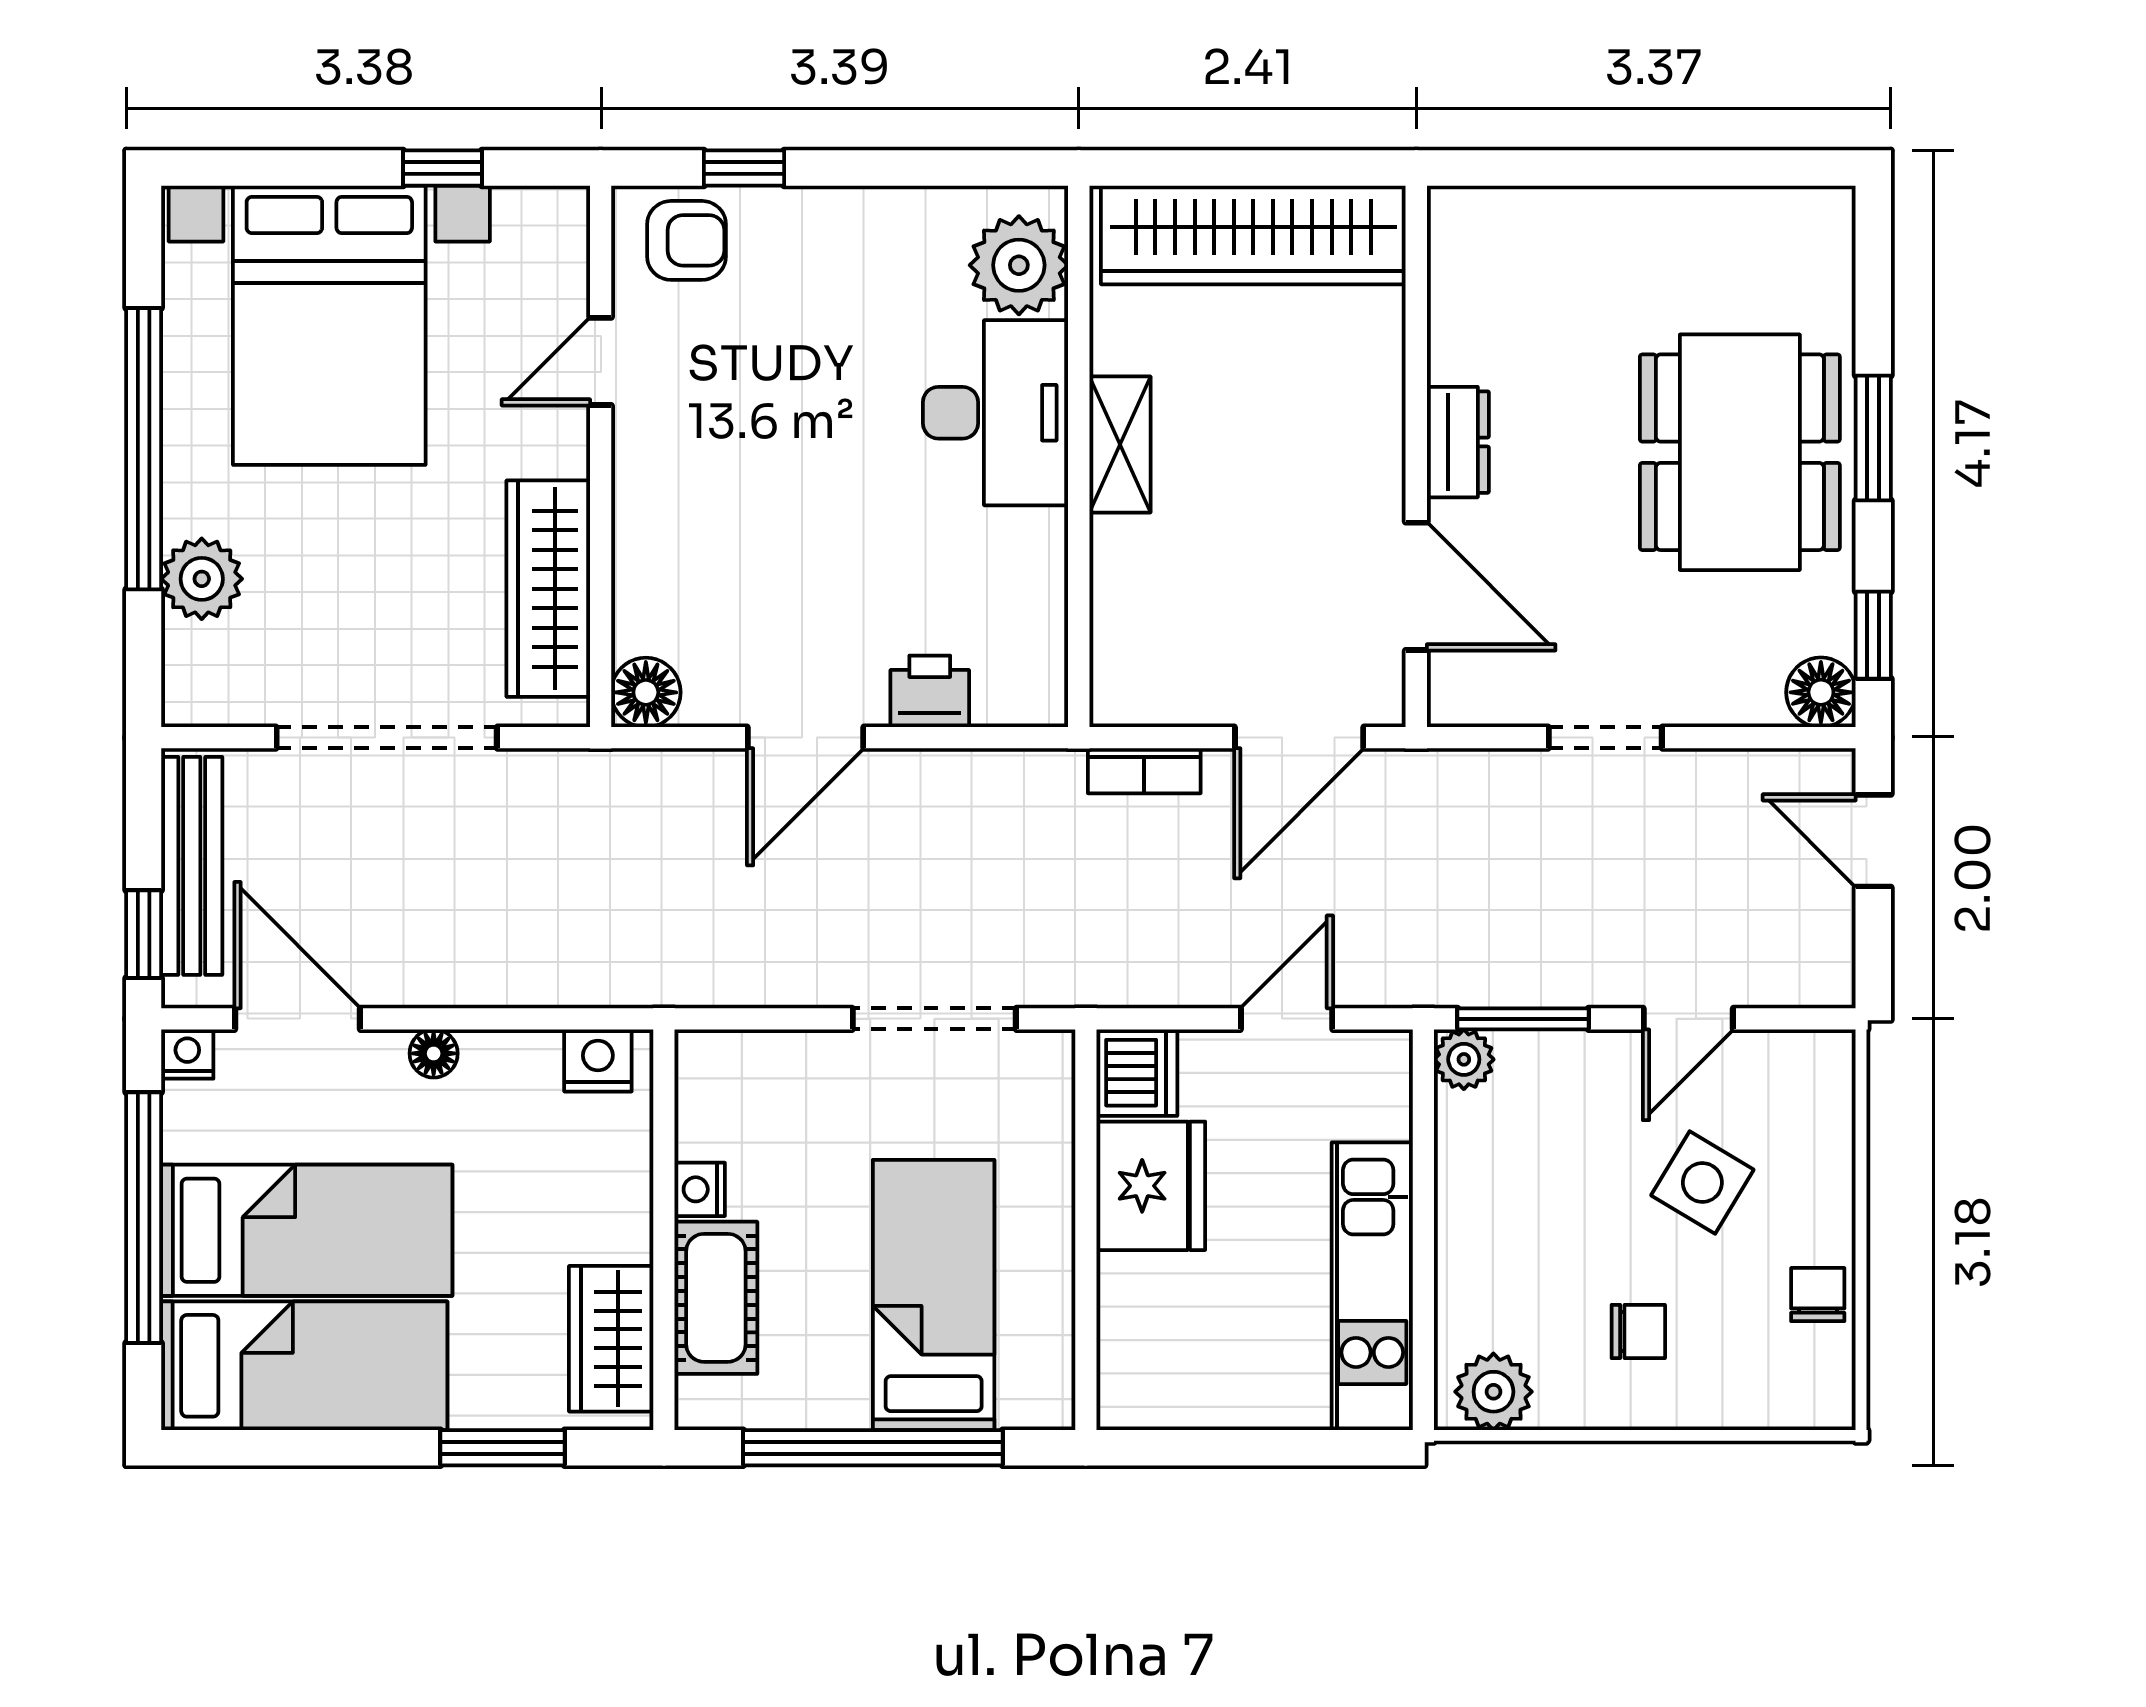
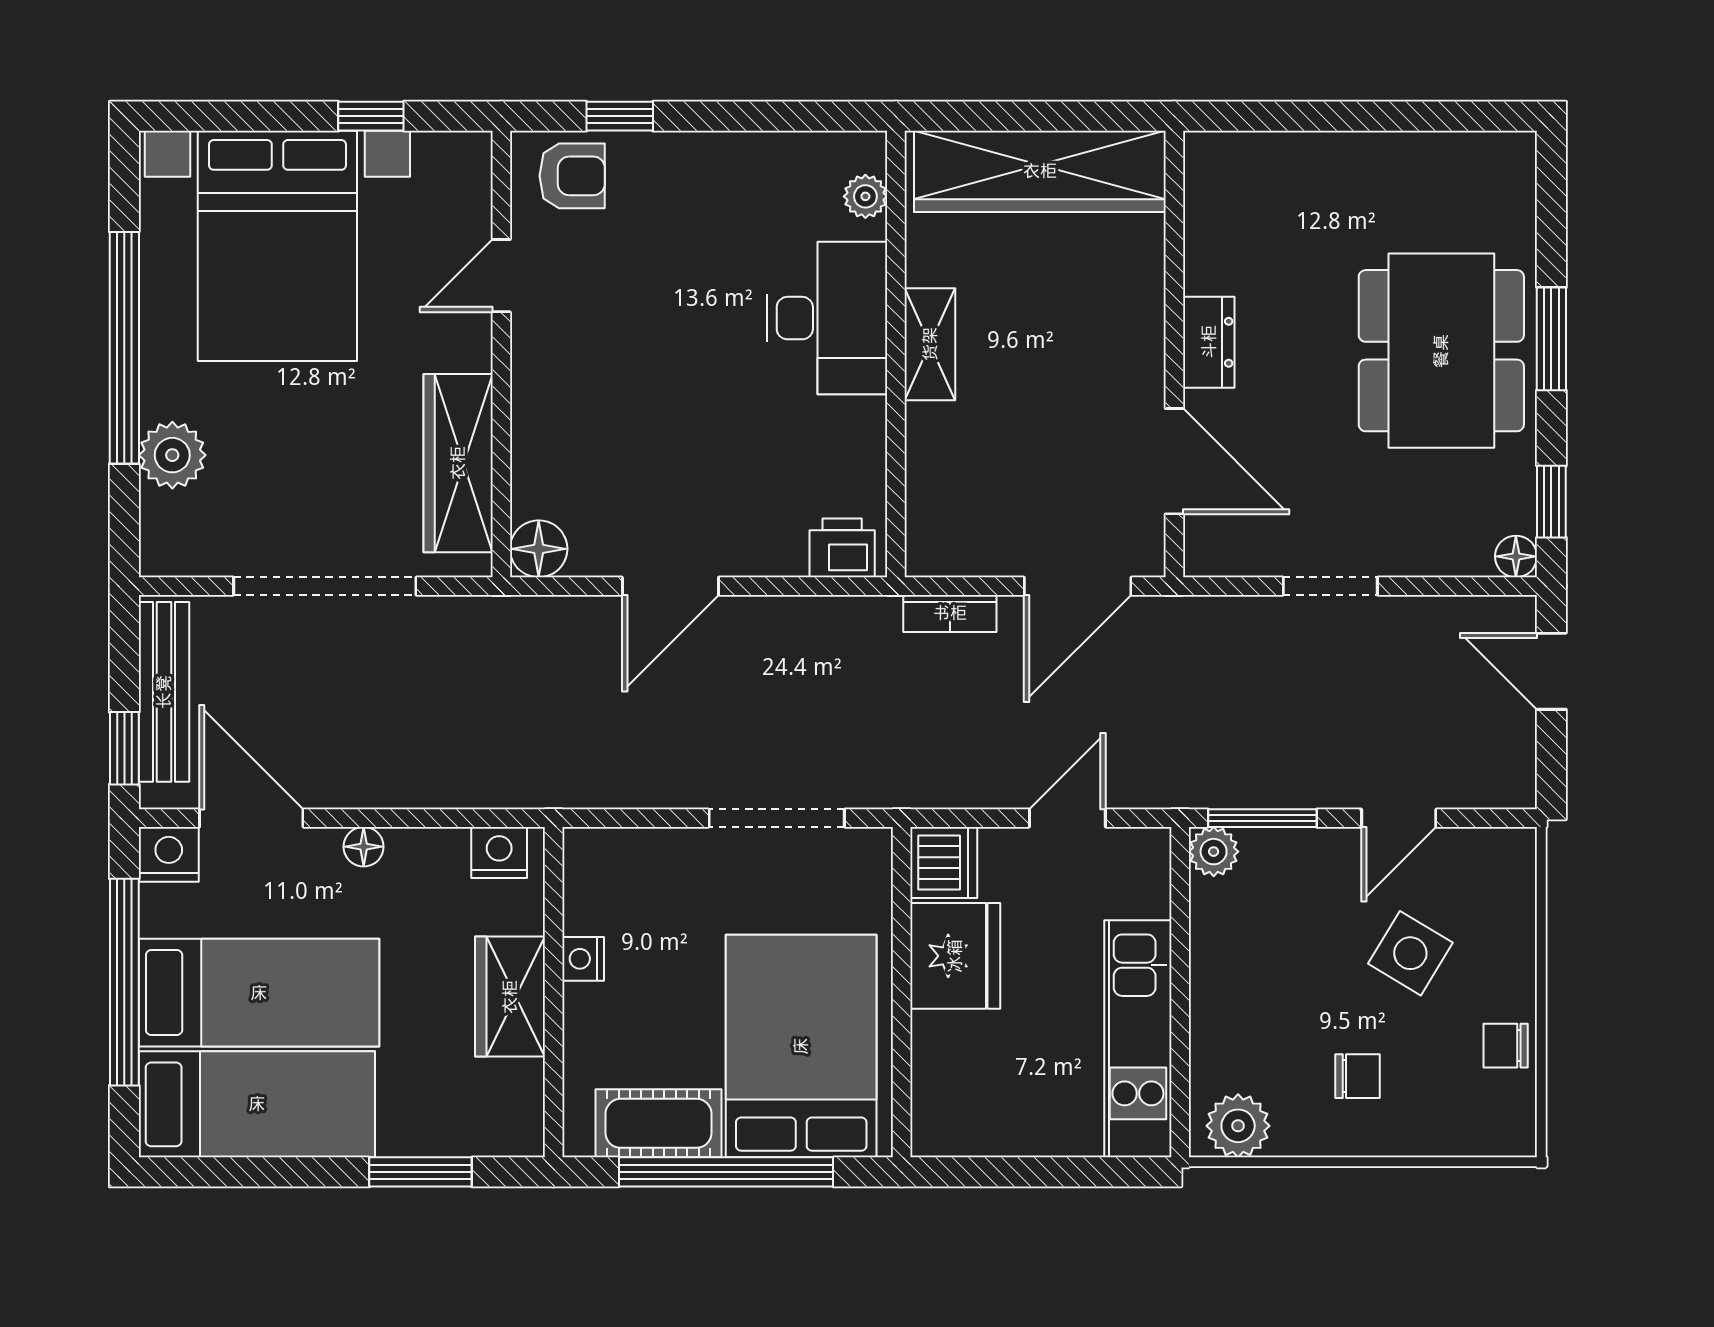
plant: (1019, 265) -> (865, 196), width x0.53, depth x0.53
printer: (930, 691) -> (842, 548), moved
floor lamp: (1821, 692) -> (1516, 556), width x0.73, depth x0.73
nightstand: (187, 1054) -> (169, 854), width x1.39, depth x1.35
bed: (934, 1295) -> (801, 1046), width x1.50
chair: (1818, 1295) -> (1506, 1046), turned -90
cot: (716, 1298) -> (659, 1123), moved, turned 90
wardrobe: (611, 1339) -> (510, 997), moved

